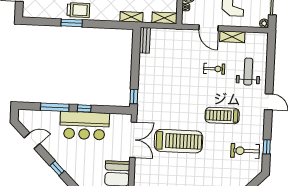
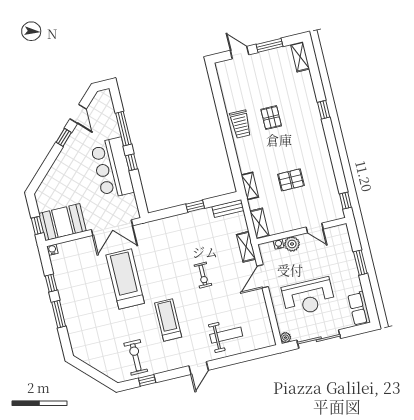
window: (72, 23) -> (224, 121), removed
shelving: (232, 37) -> (246, 247), moved
exercise bike: (214, 69) -> (203, 275), moved
window: (134, 97) -> (195, 206), moved
treadmill: (178, 141) -> (125, 279), turned 180
window: (57, 168) -> (64, 137), moved

